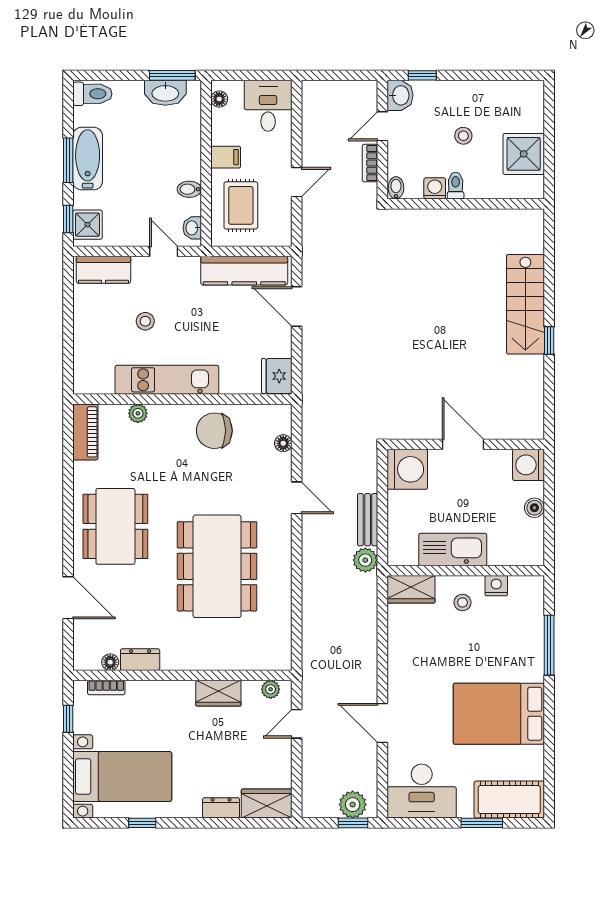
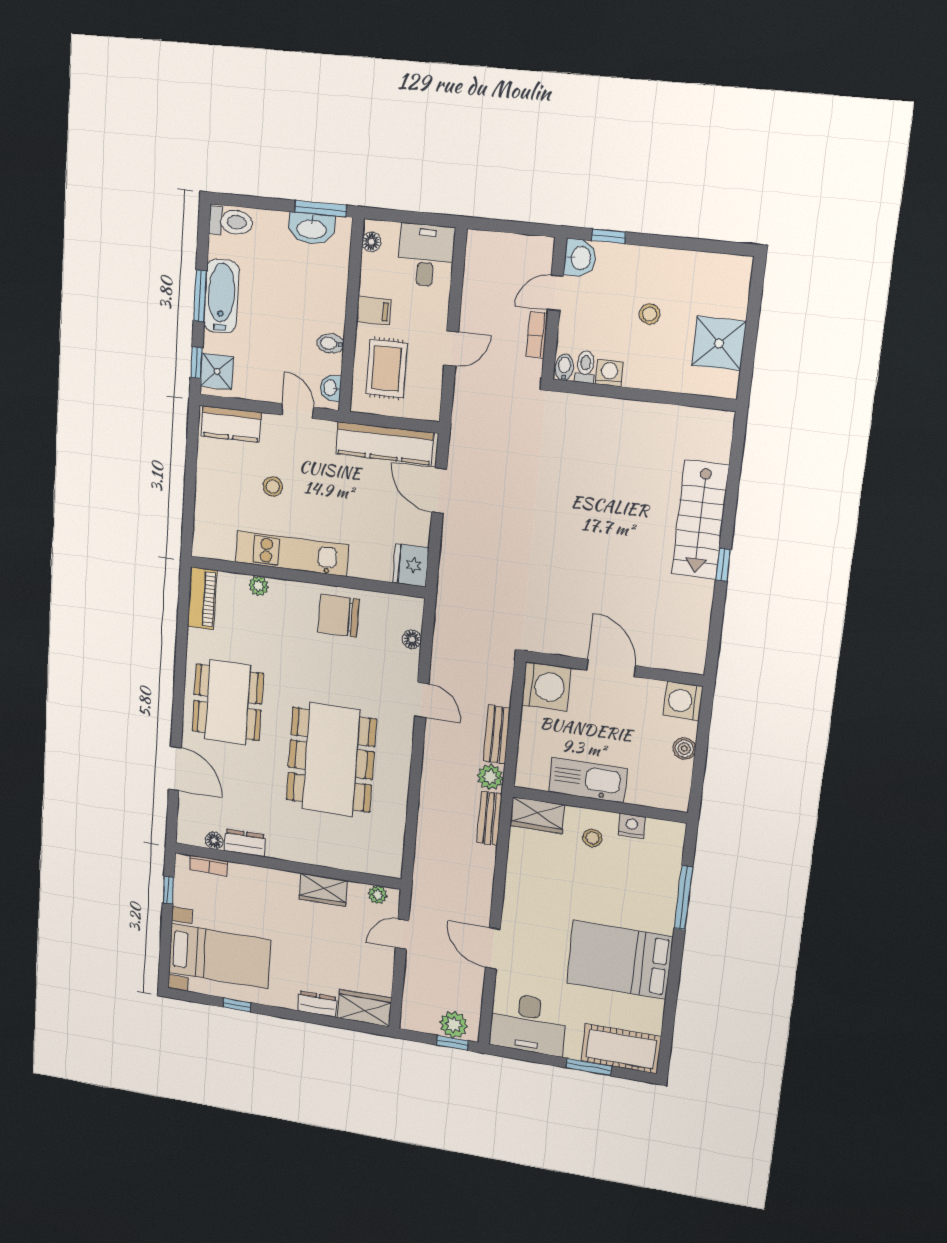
toilet: (456, 186) -> (585, 367), moved
bench: (368, 599) -> (490, 818), added

